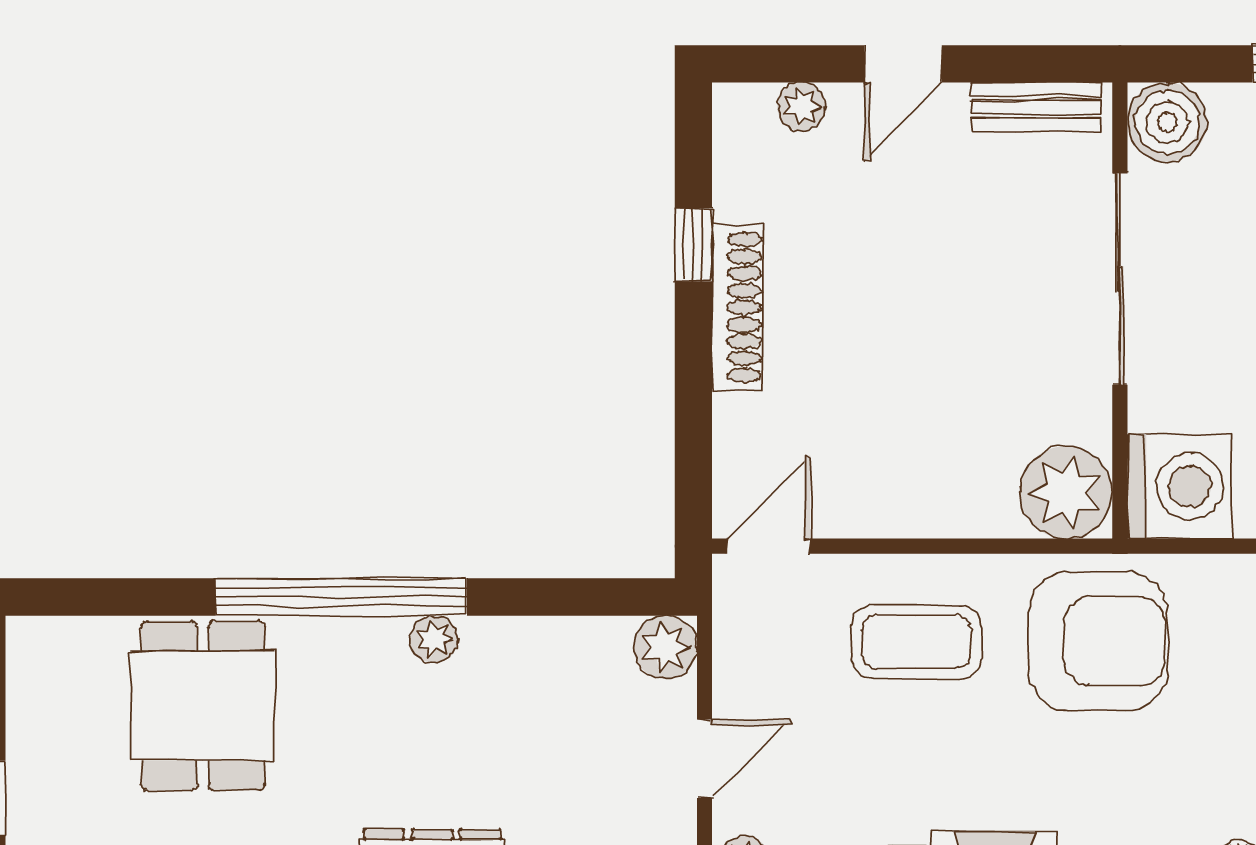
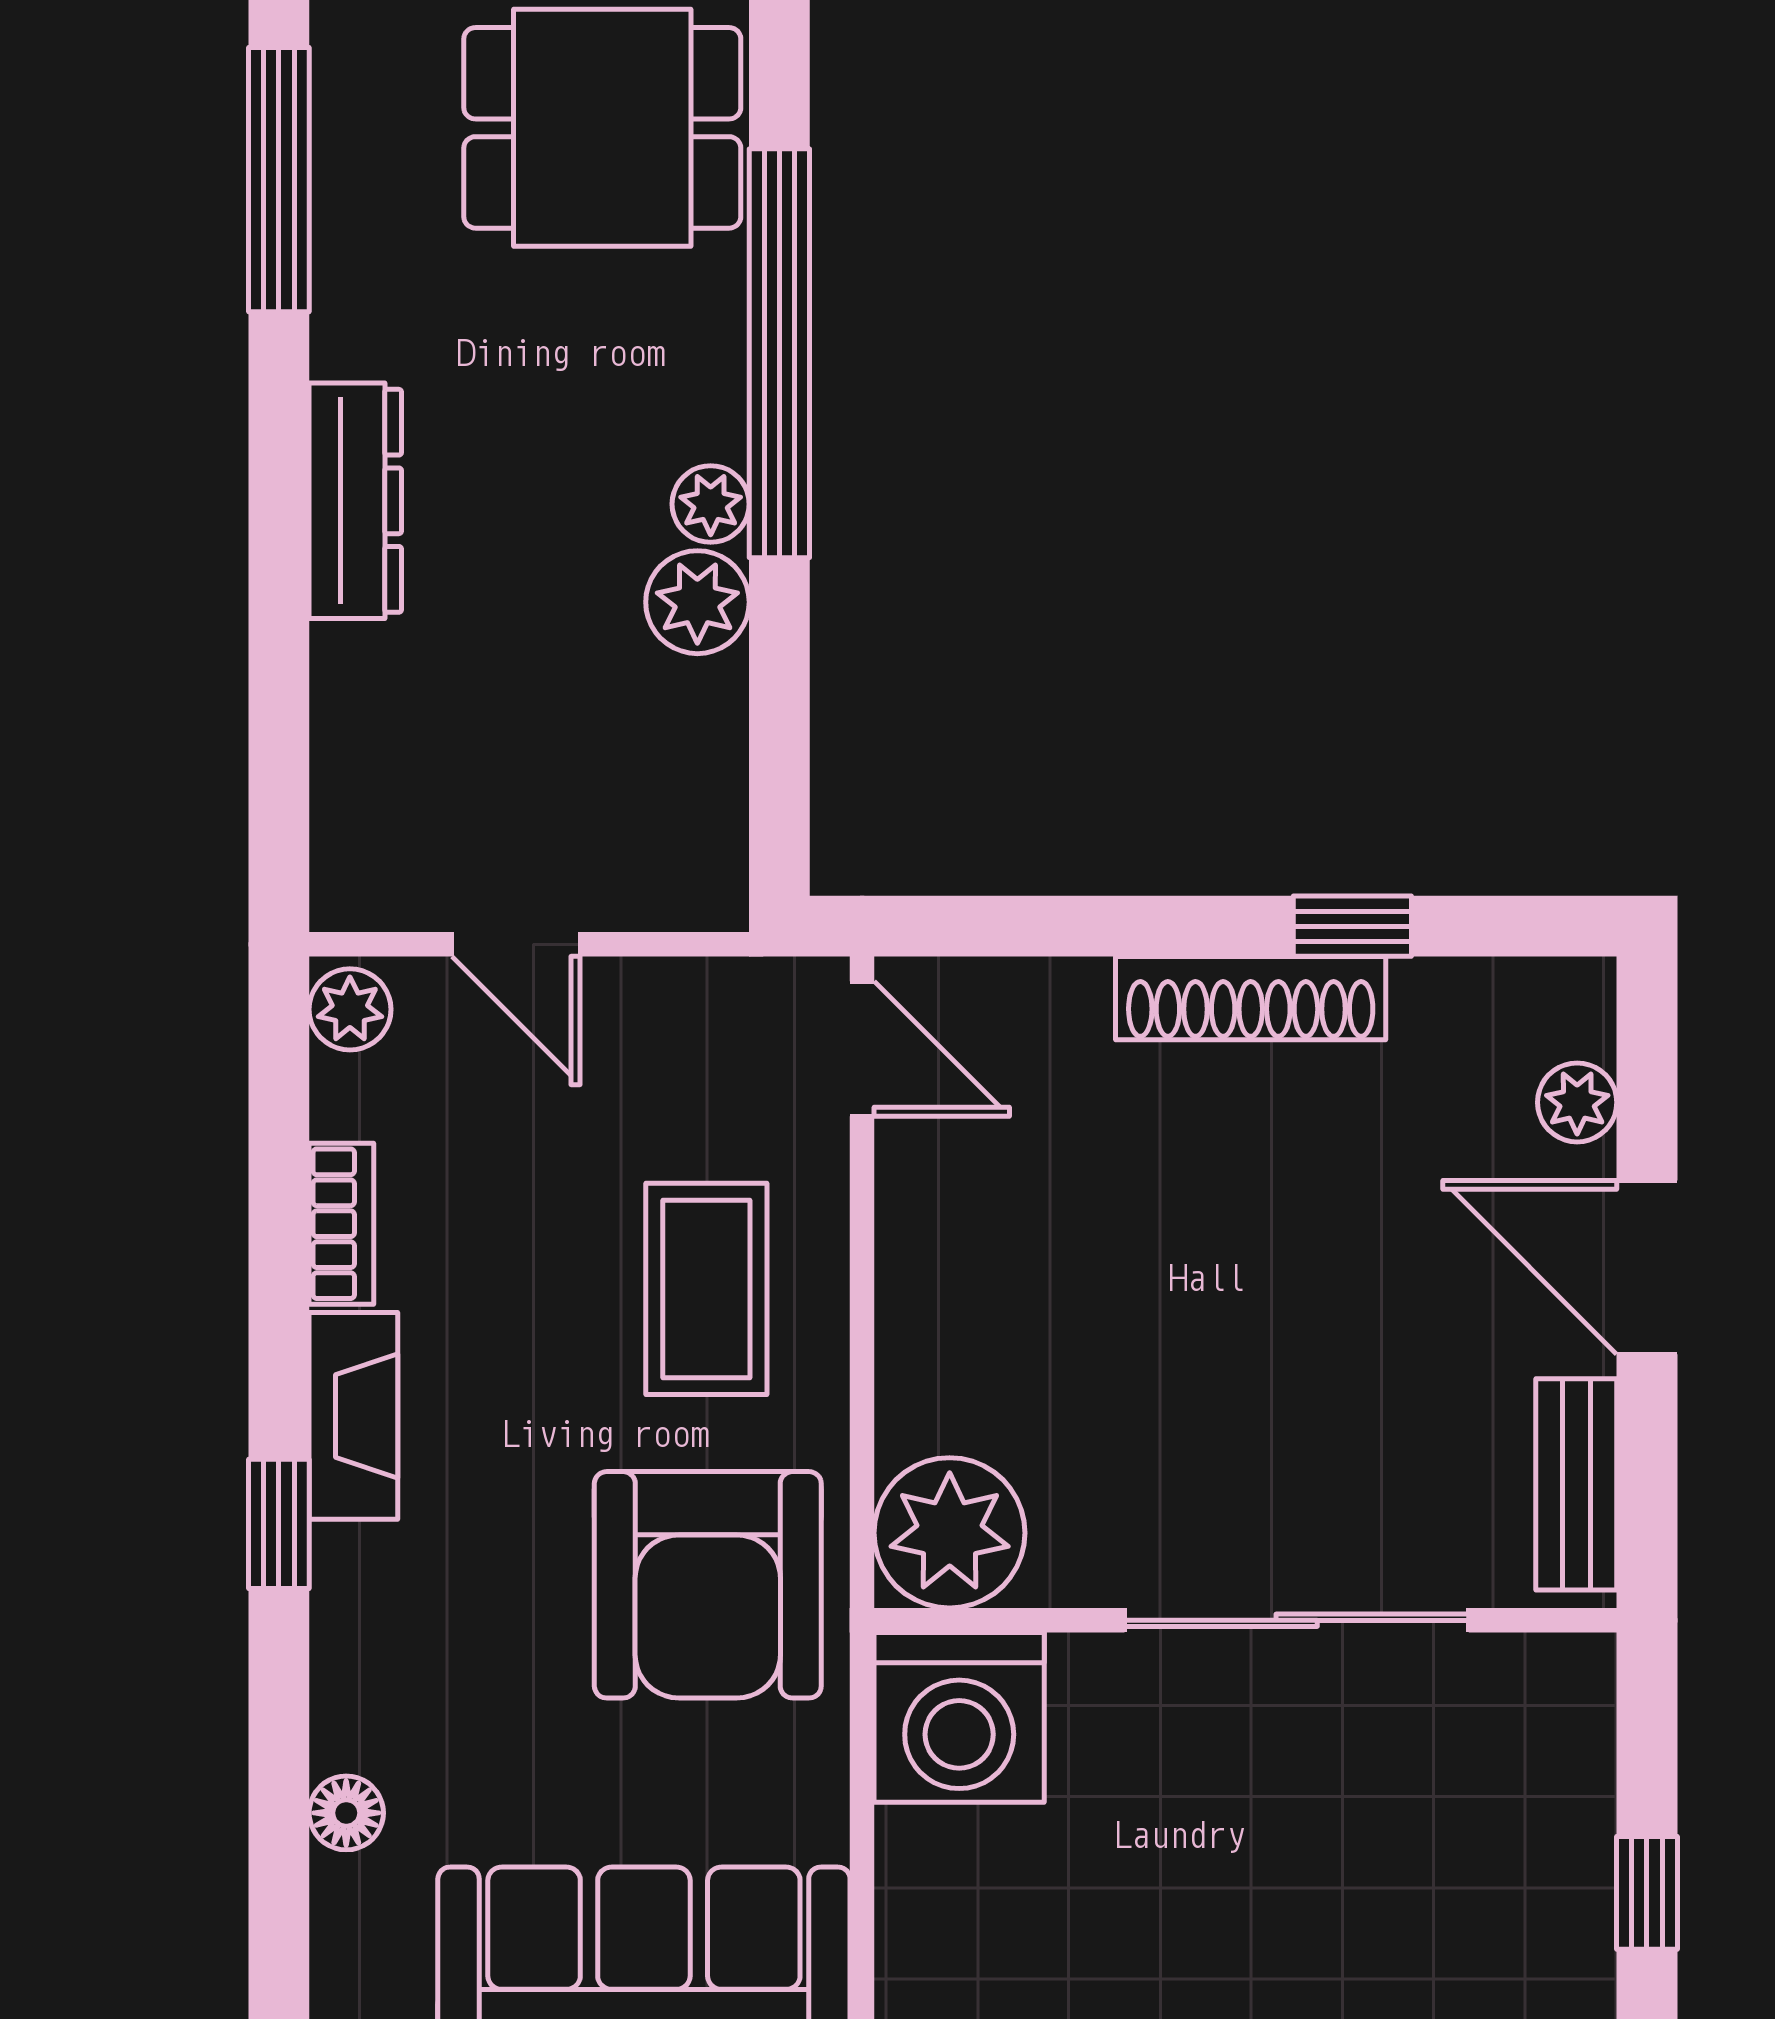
door: (903, 64) -> (1647, 1267), width x1.38
boiler: (1167, 122) -> (1552, 1697), removed
plant: (665, 647) -> (697, 602), moved

